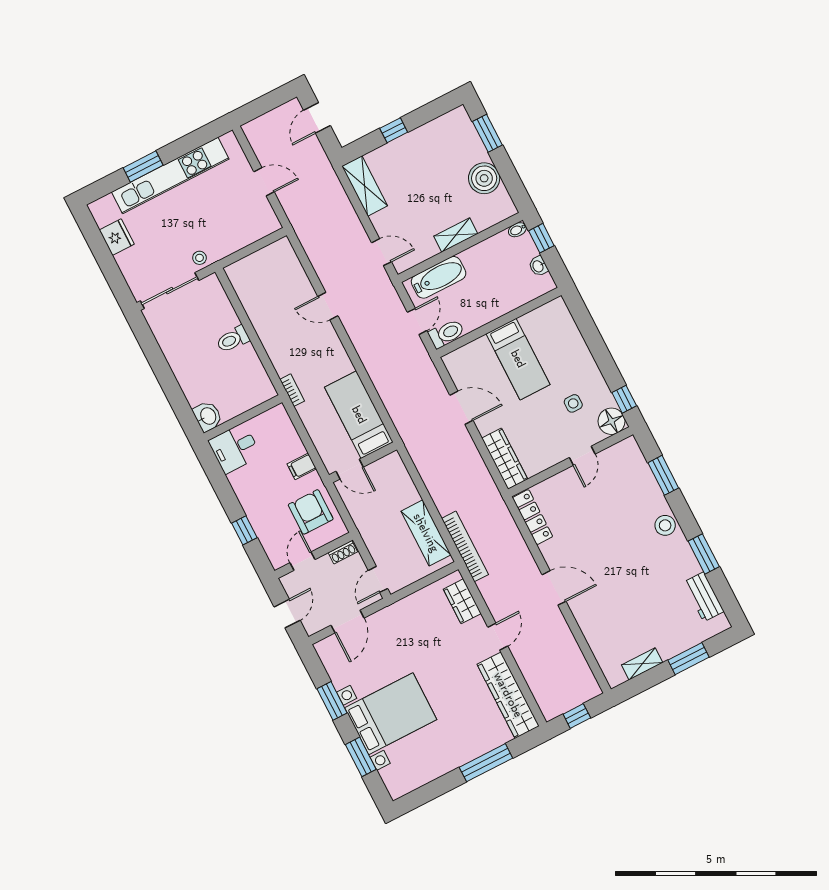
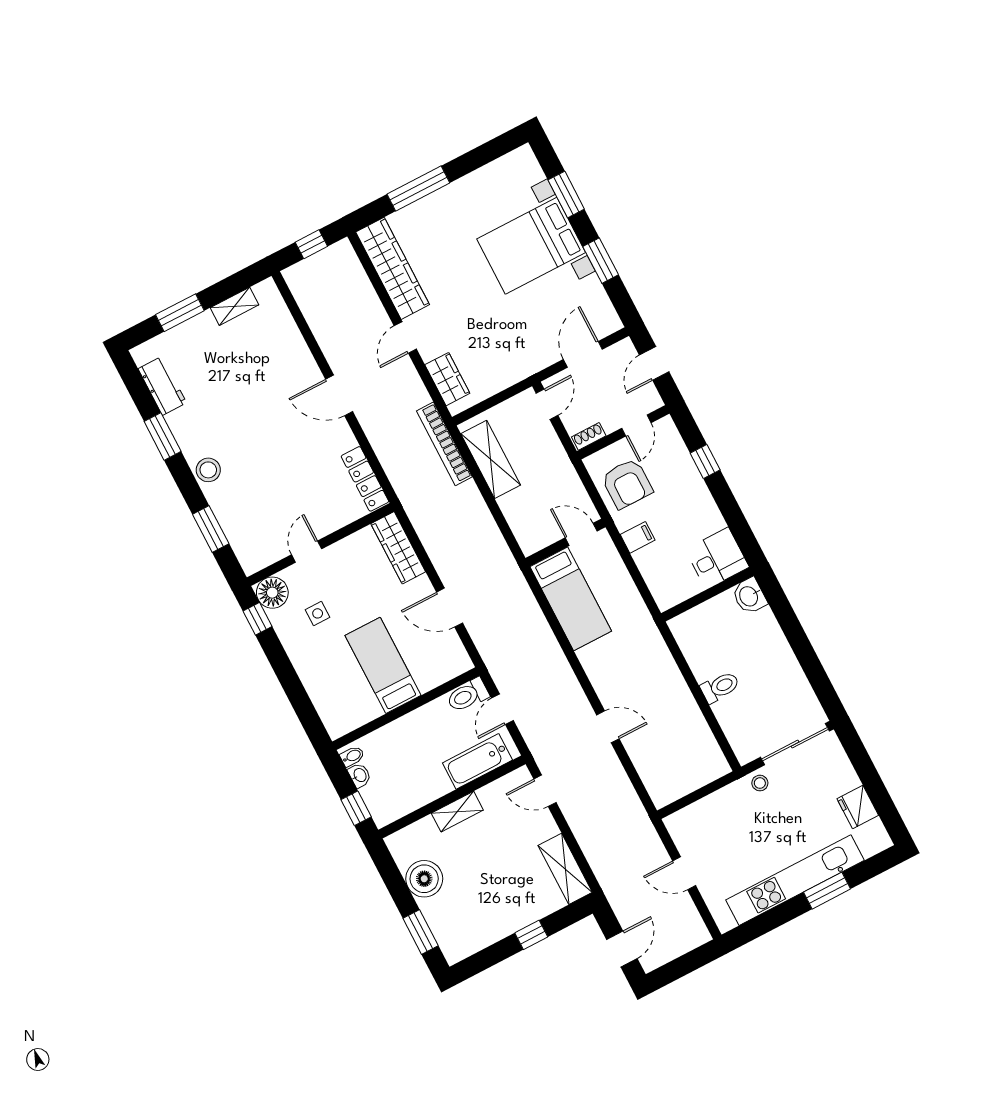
bidet: (517, 230) -> (352, 756), moved
bookcase: (292, 390) -> (650, 627), removed

